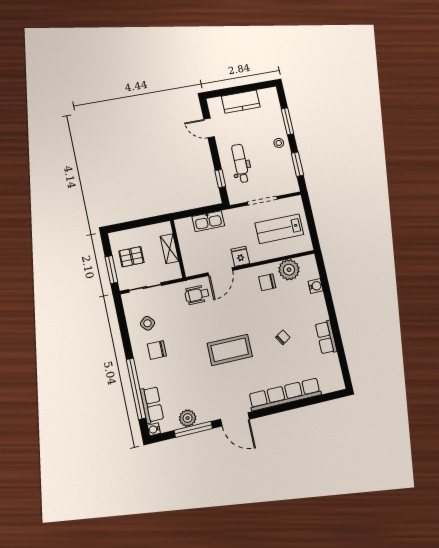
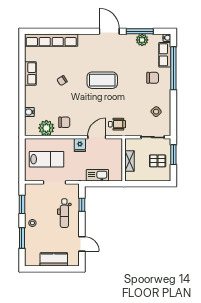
chair: (157, 350) -> (153, 78), moved
row of seats: (285, 394) -> (51, 40), moved

